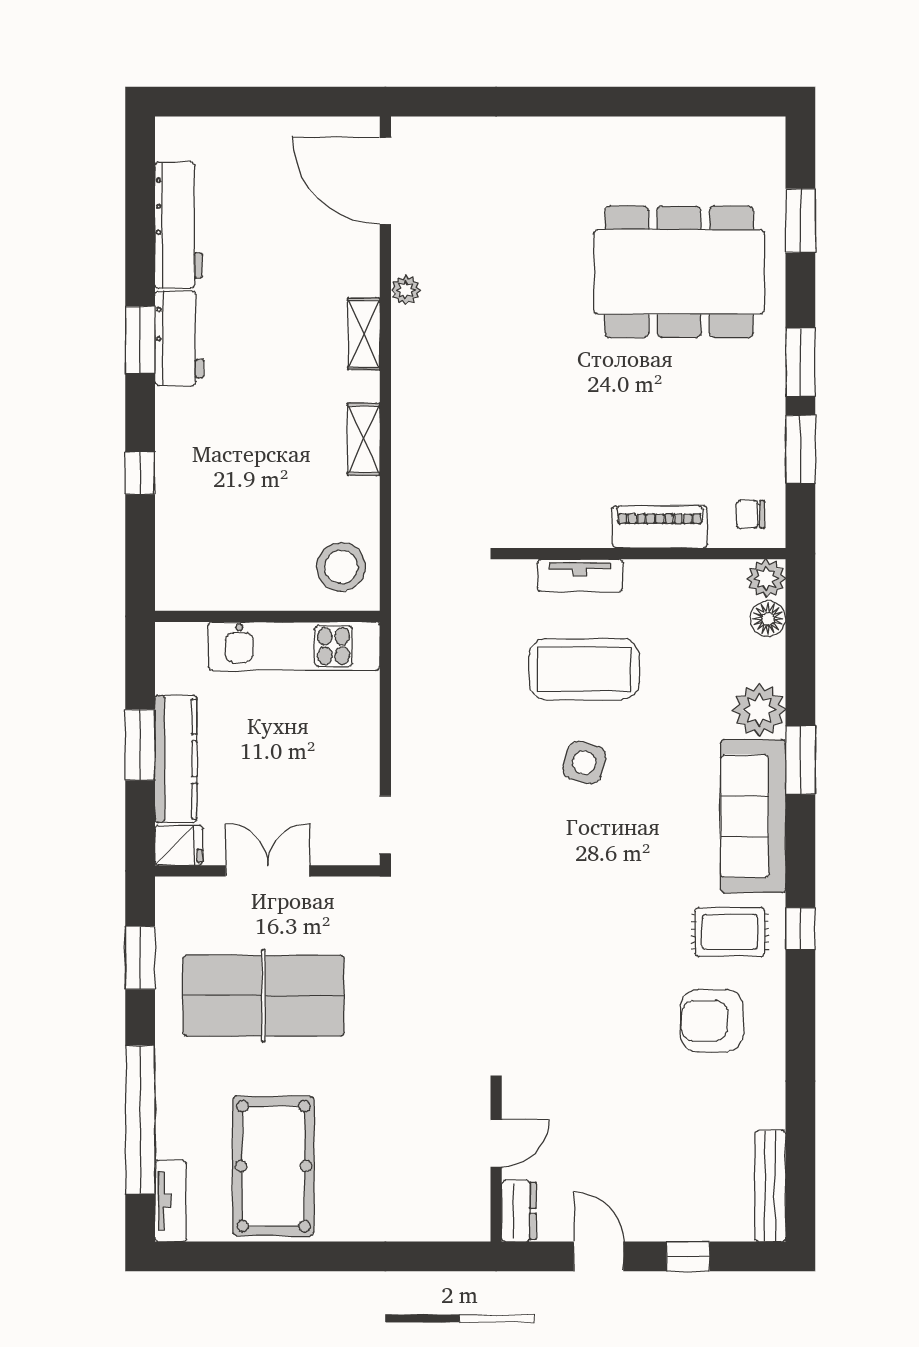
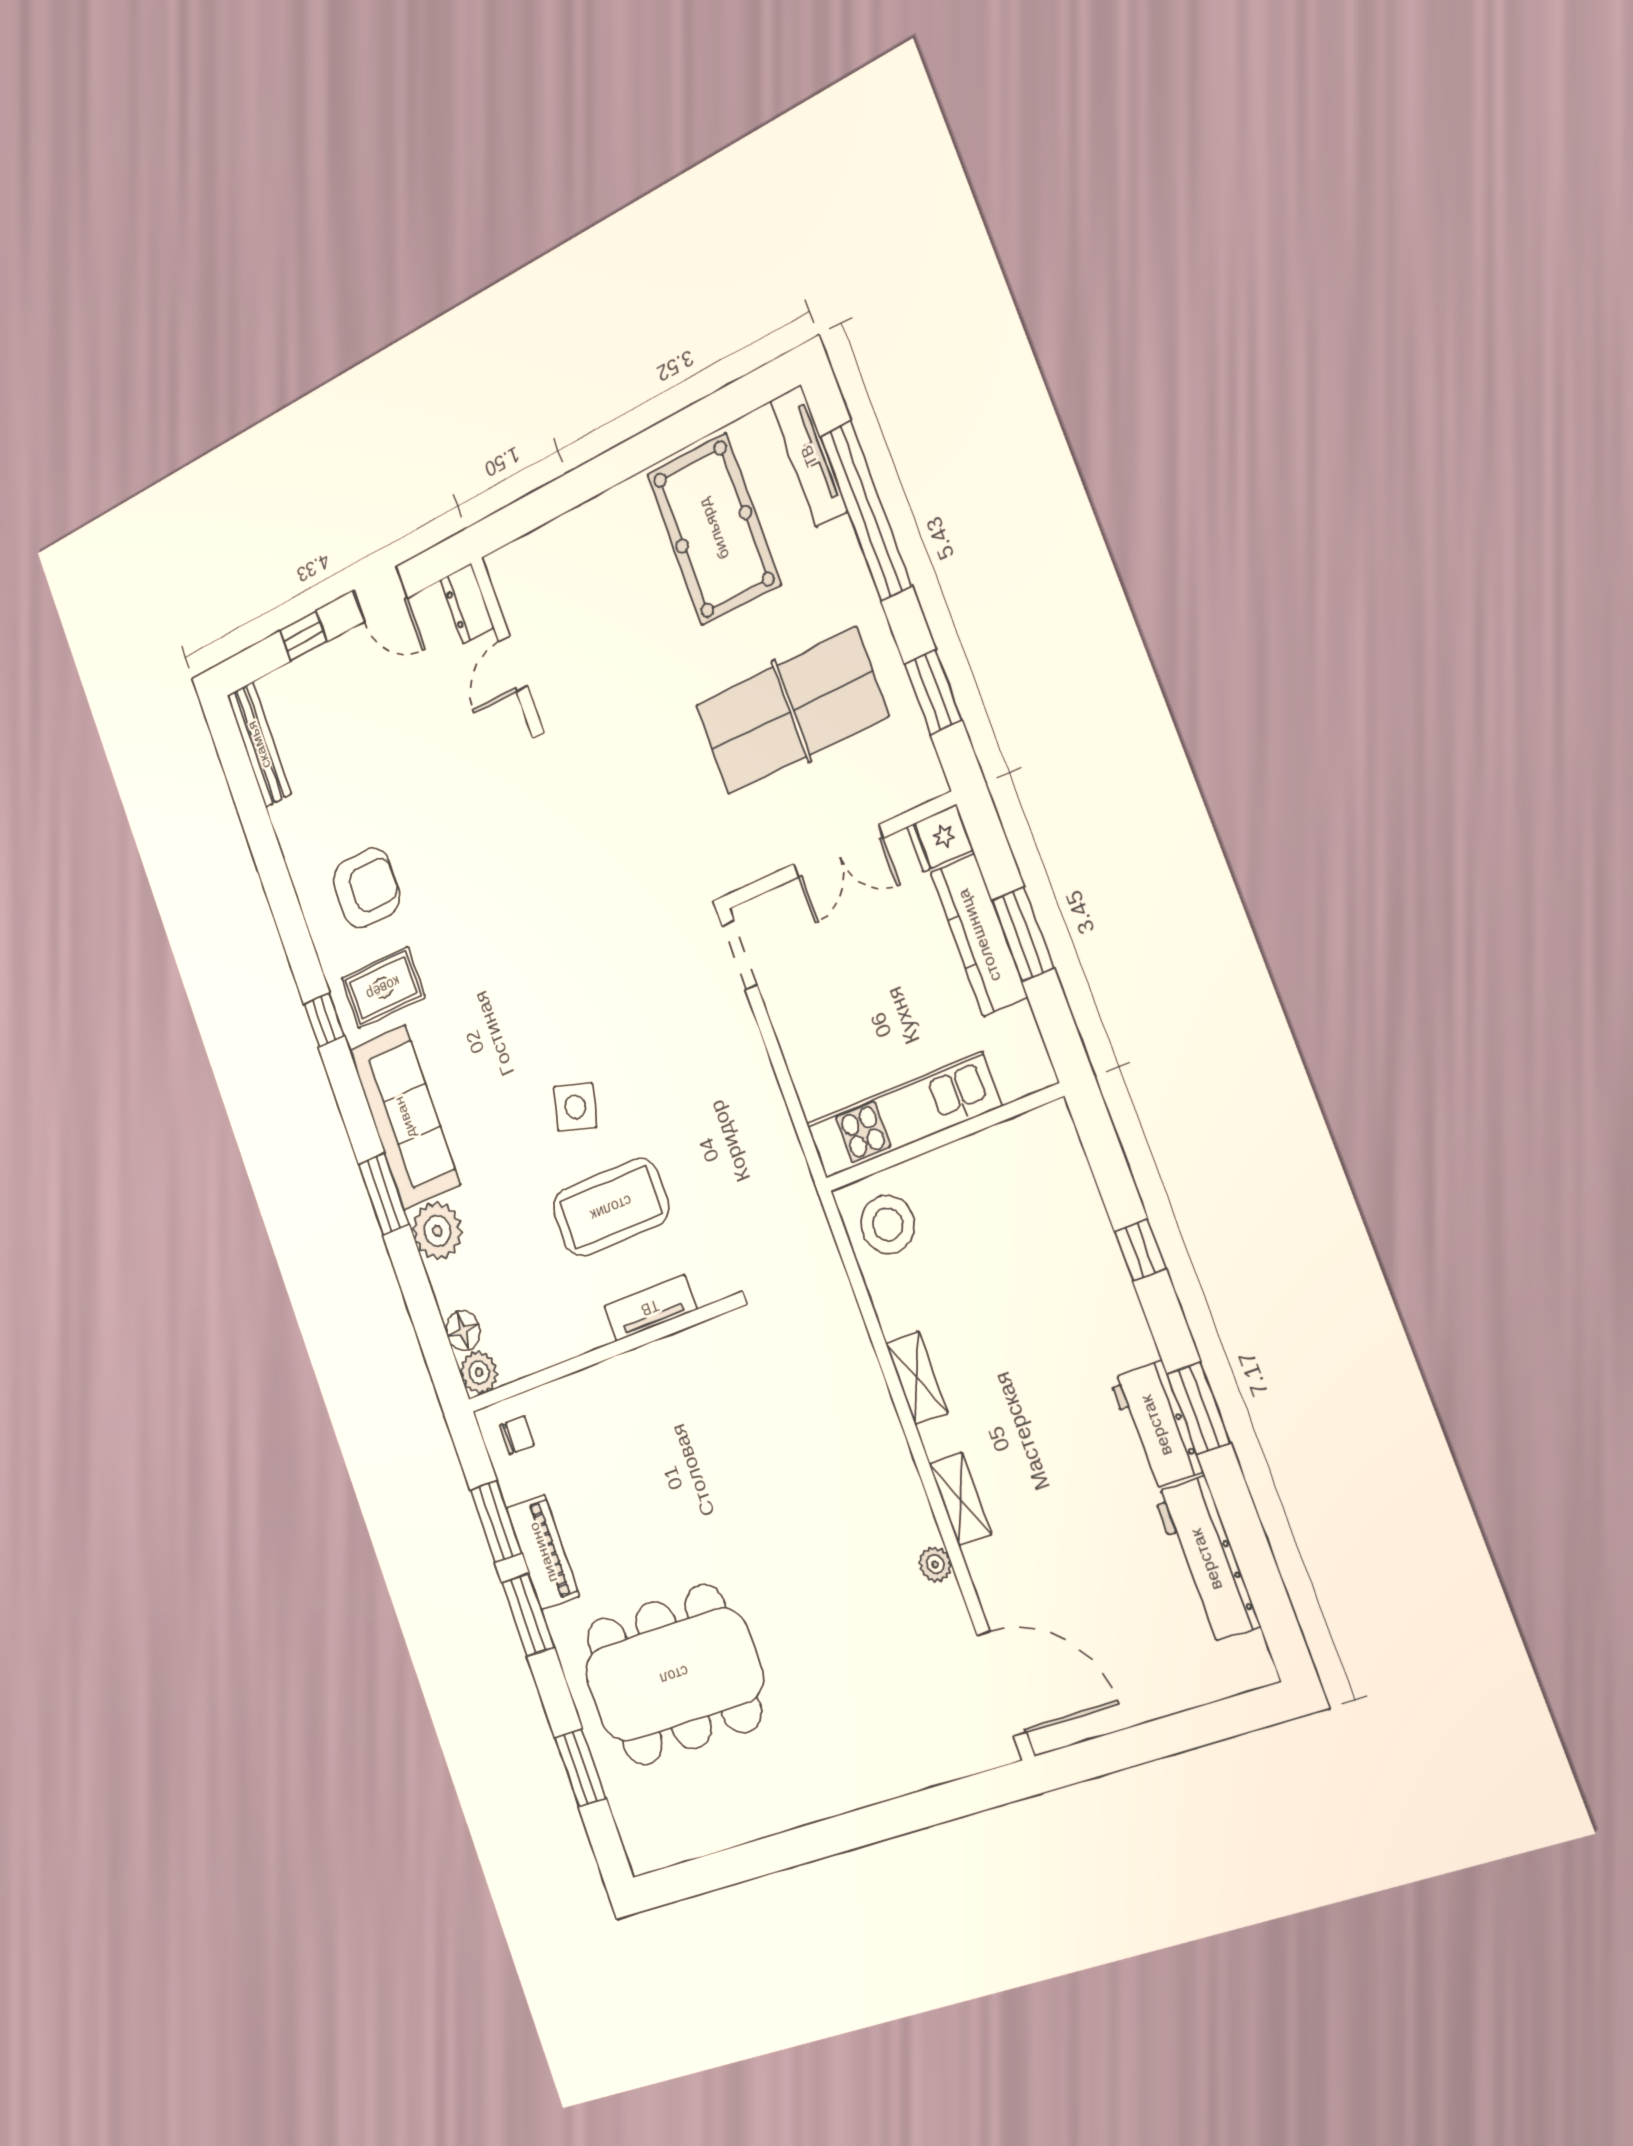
piano: (660, 527) -> (543, 1552), moved, turned -90
tv unit: (170, 1201) -> (809, 456), width x1.41

